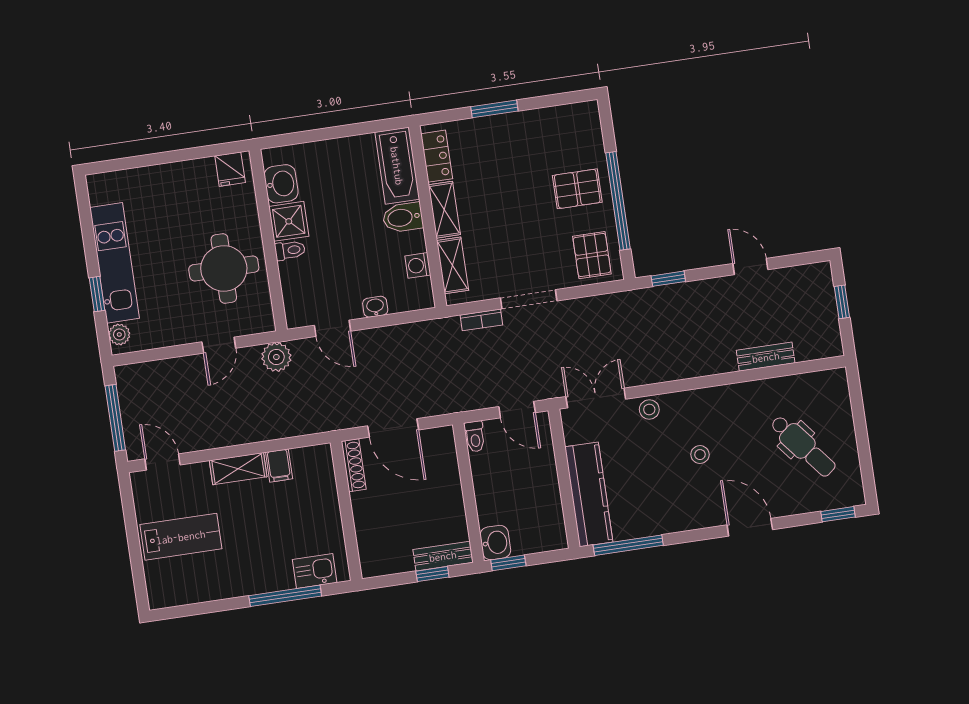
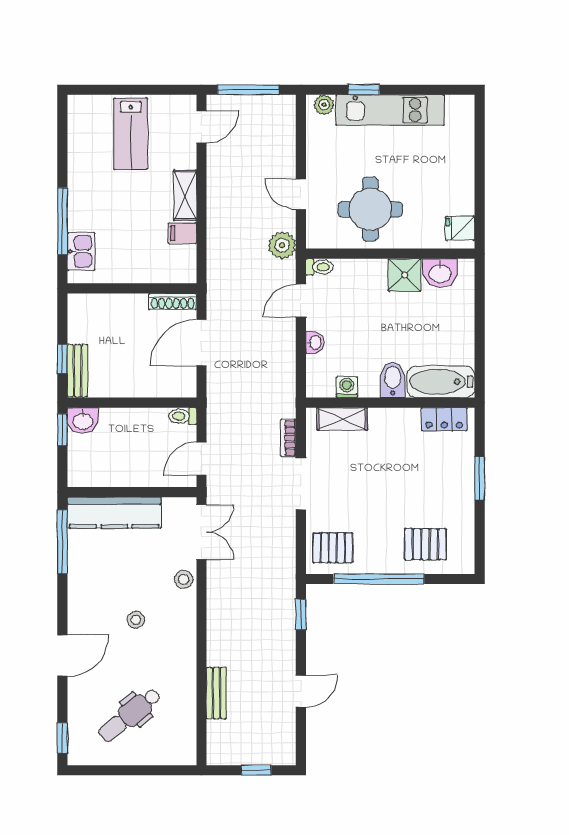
pallet: (577, 189) -> (425, 544), moved, turned 90
shelving: (444, 210) -> (394, 419), removed
toilet: (290, 250) -> (319, 267), moved, turned -90

